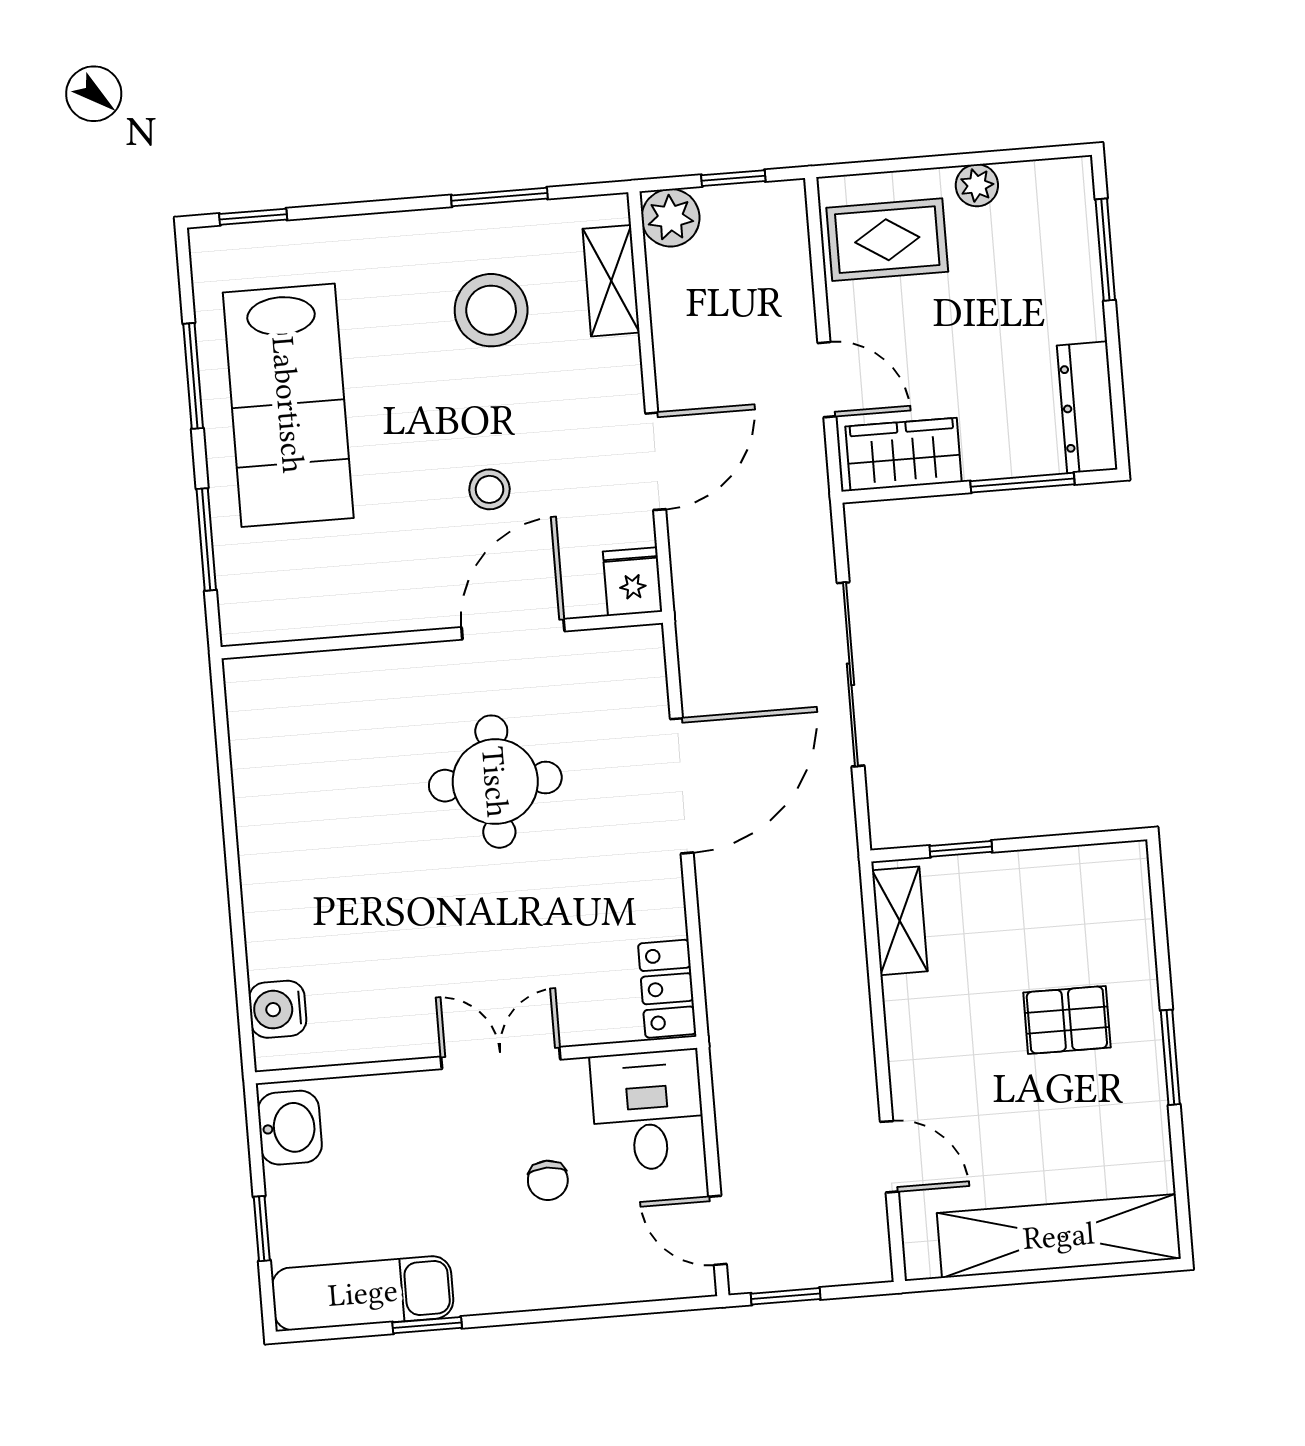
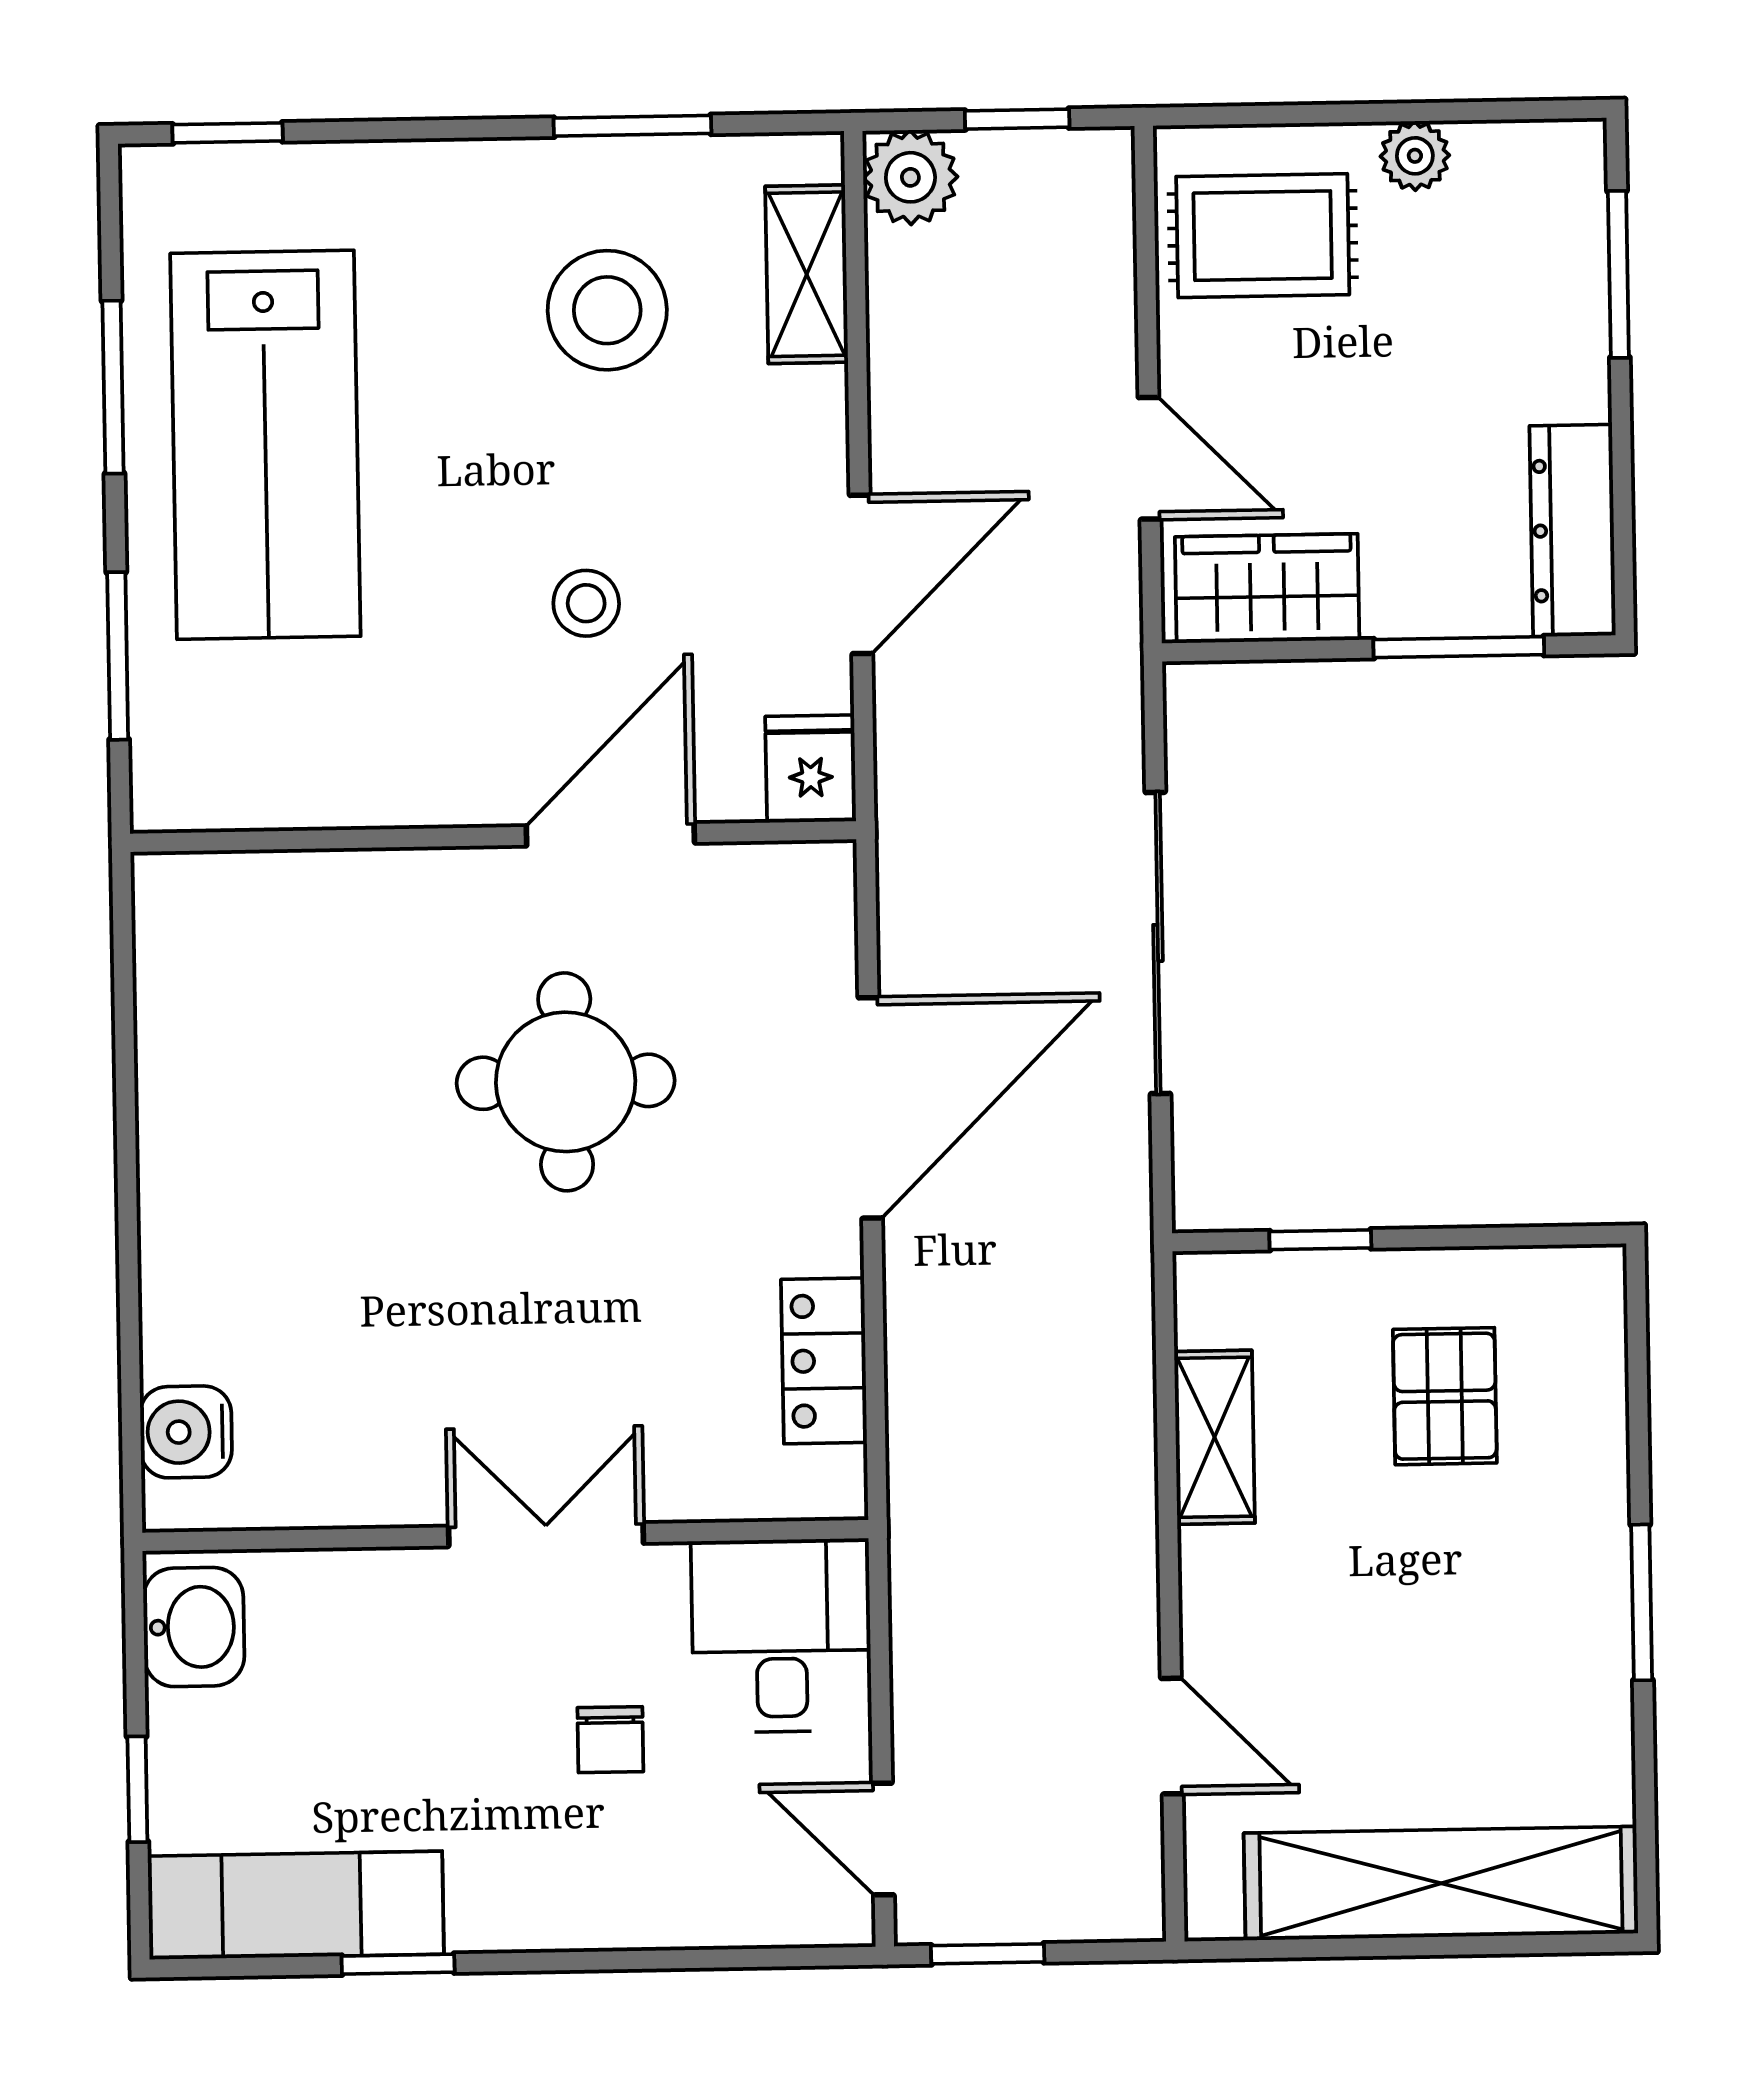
shelving: (900, 921) -> (1214, 1437), moved
locker: (667, 989) -> (824, 1361), moved
pallet: (1067, 1020) -> (1445, 1396), moved, turned 90

